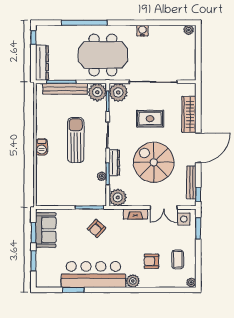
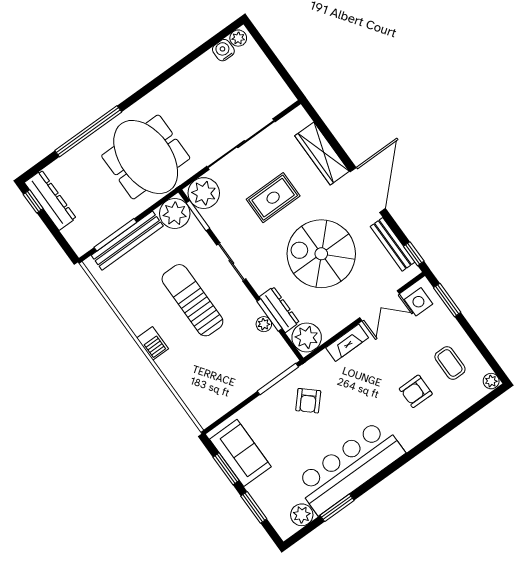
water cooler: (142, 31) -> (223, 50), moved
meeting table: (103, 55) -> (146, 157), turned 90
dresser: (42, 63) -> (50, 200), moved
dresser: (114, 163) -> (279, 310), moved
plant: (133, 281) -> (302, 515), moved

